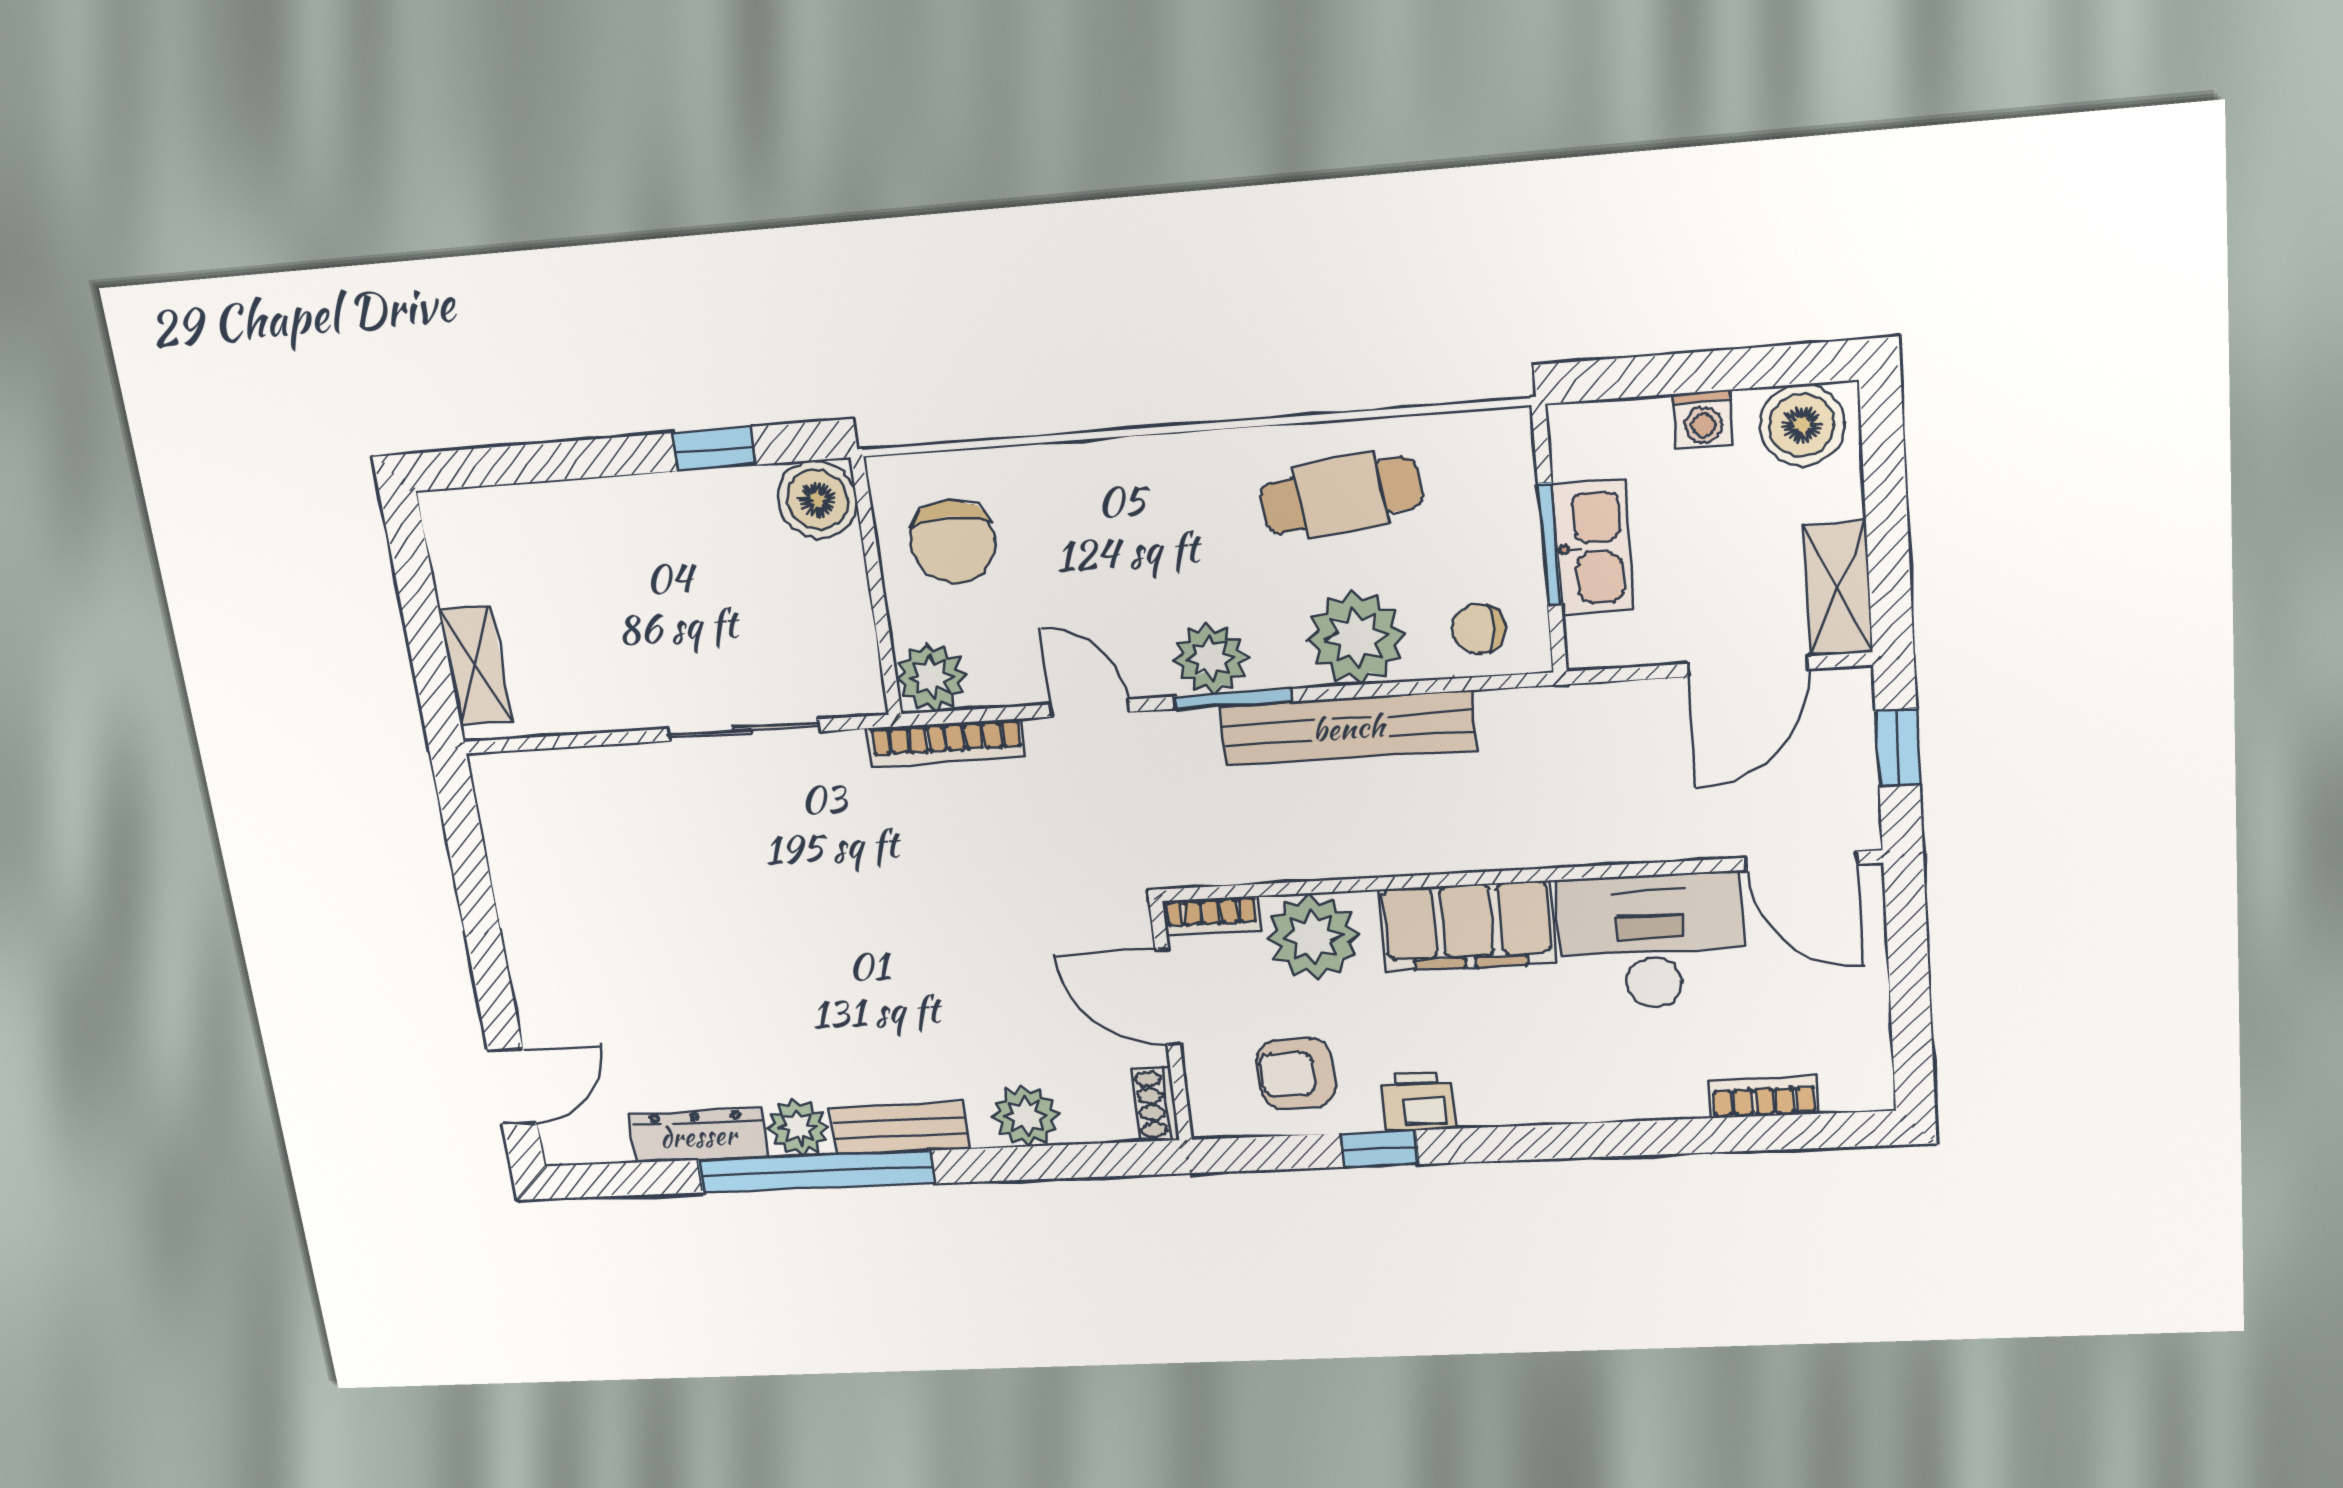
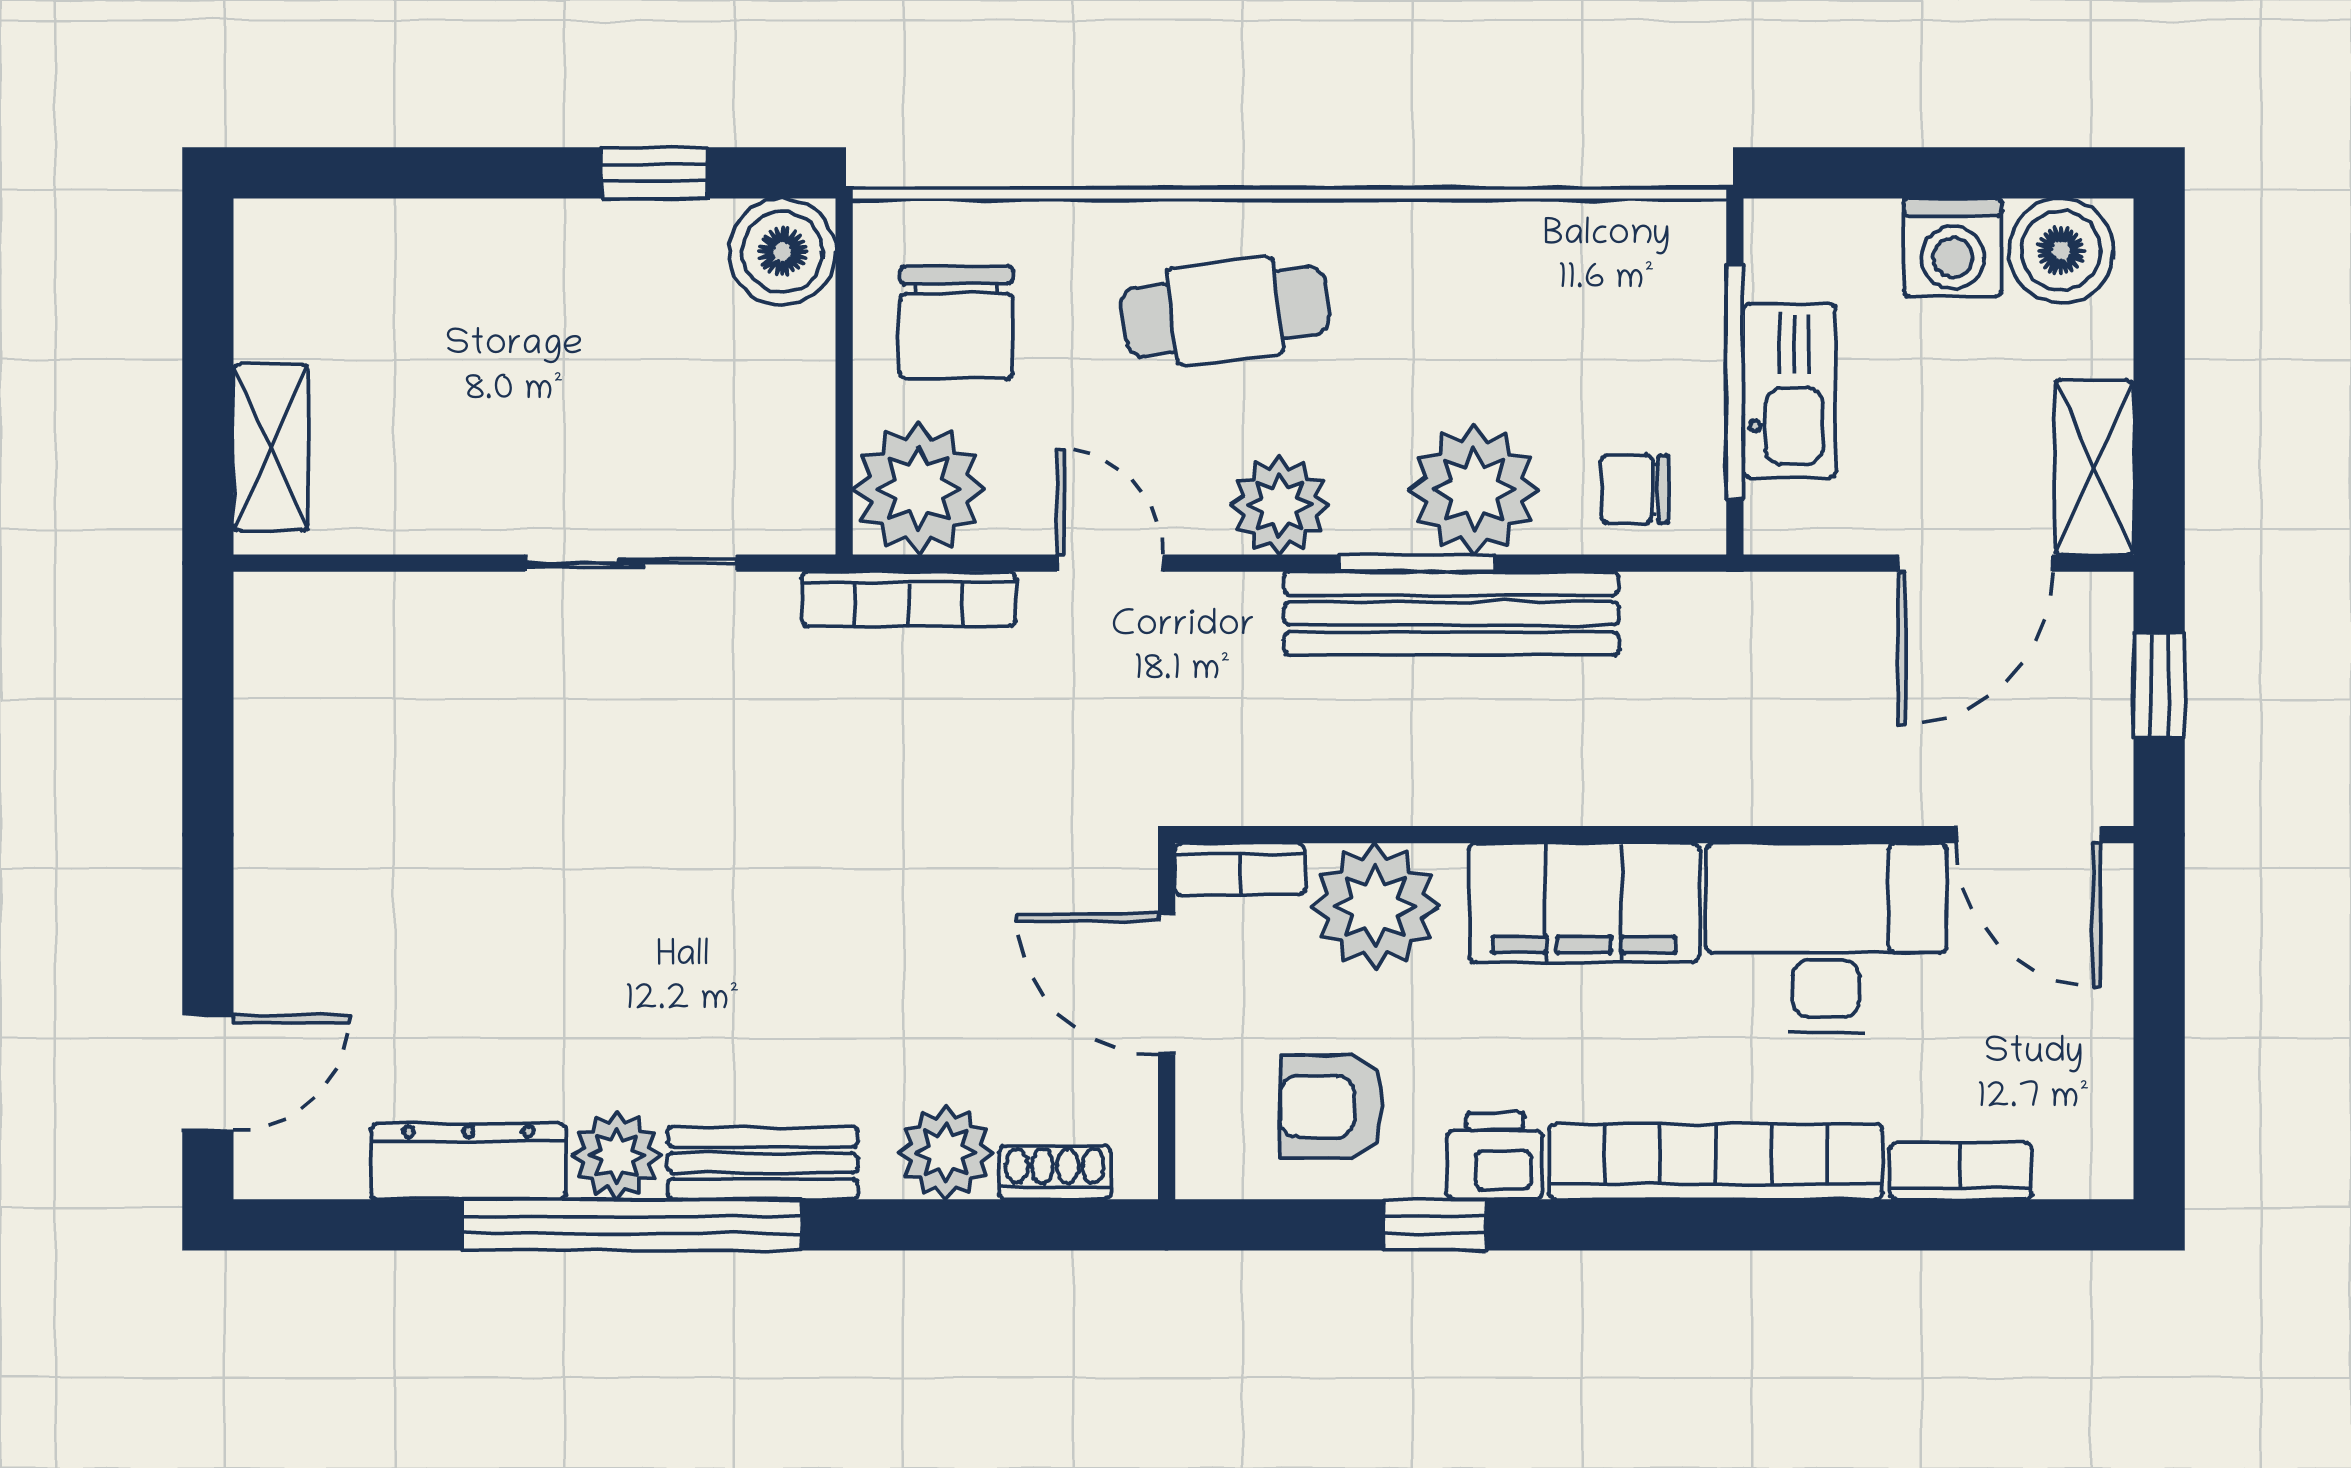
washing machine: (1703, 420) -> (1953, 248), width x1.38, depth x1.38
cafe table: (1341, 495) -> (1225, 311), moved
window: (1550, 544) -> (1735, 382), width x1.44
plant: (931, 678) -> (919, 489), width x1.36, depth x1.36
window: (1233, 699) -> (1417, 563), moved
bookcase: (1581, 1098) -> (1716, 1162), added
shoe rack: (1156, 1104) -> (1055, 1172), moved, turned 90

